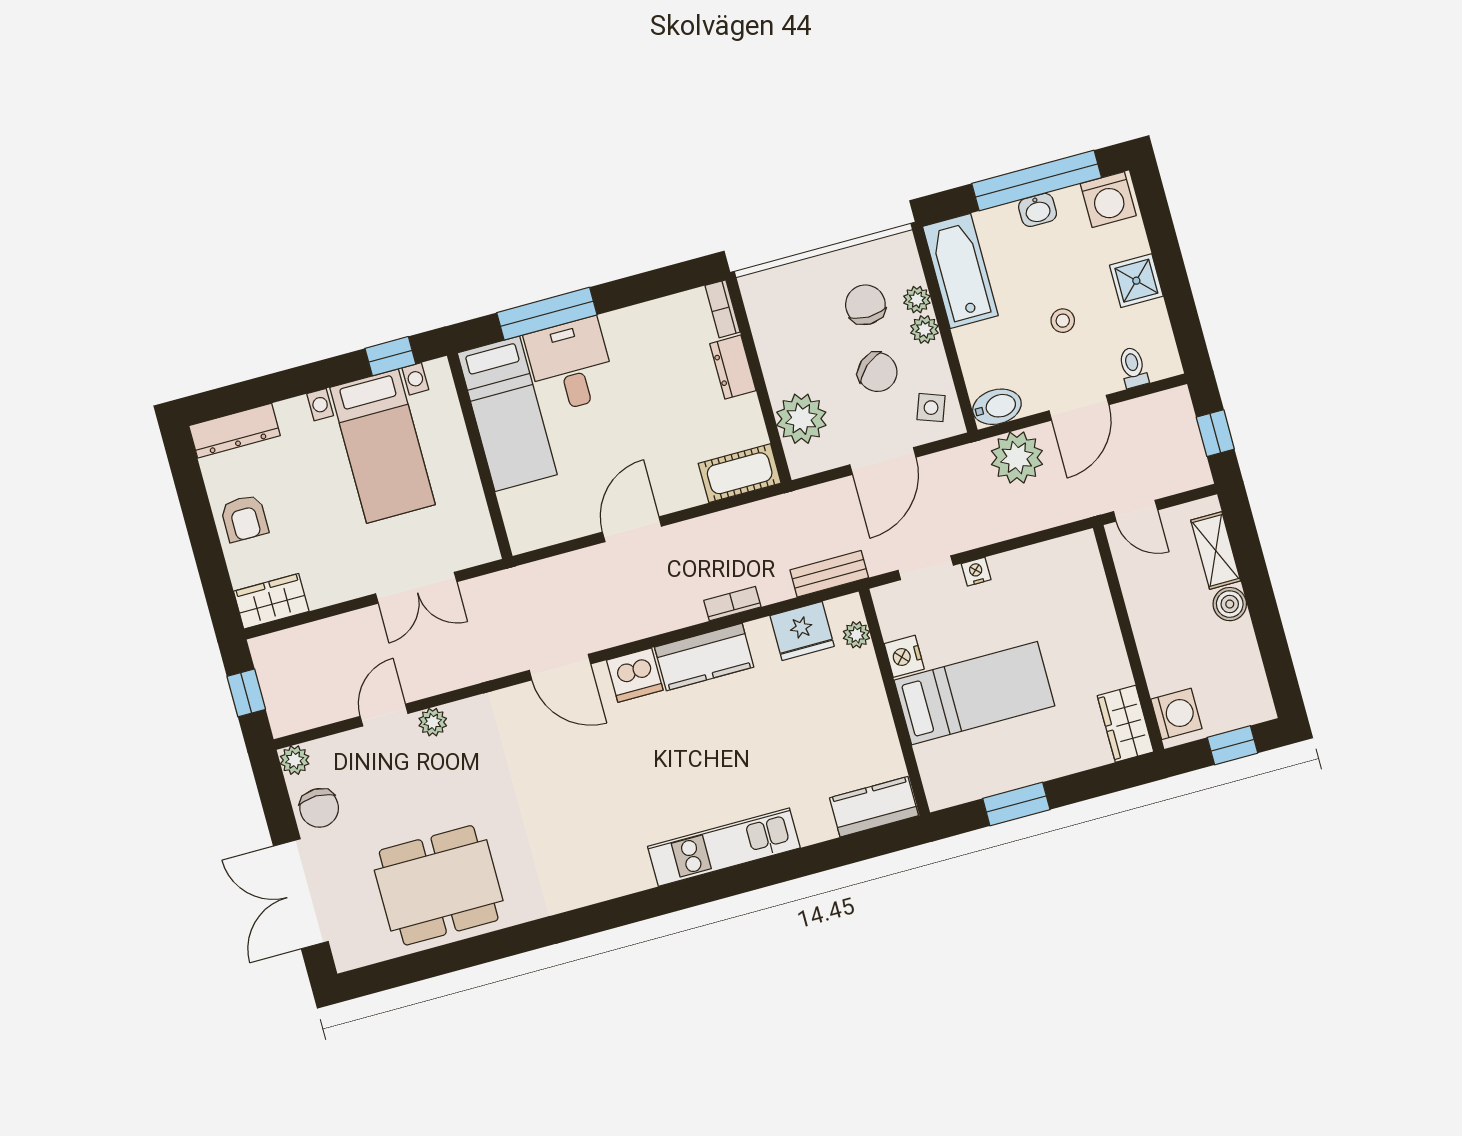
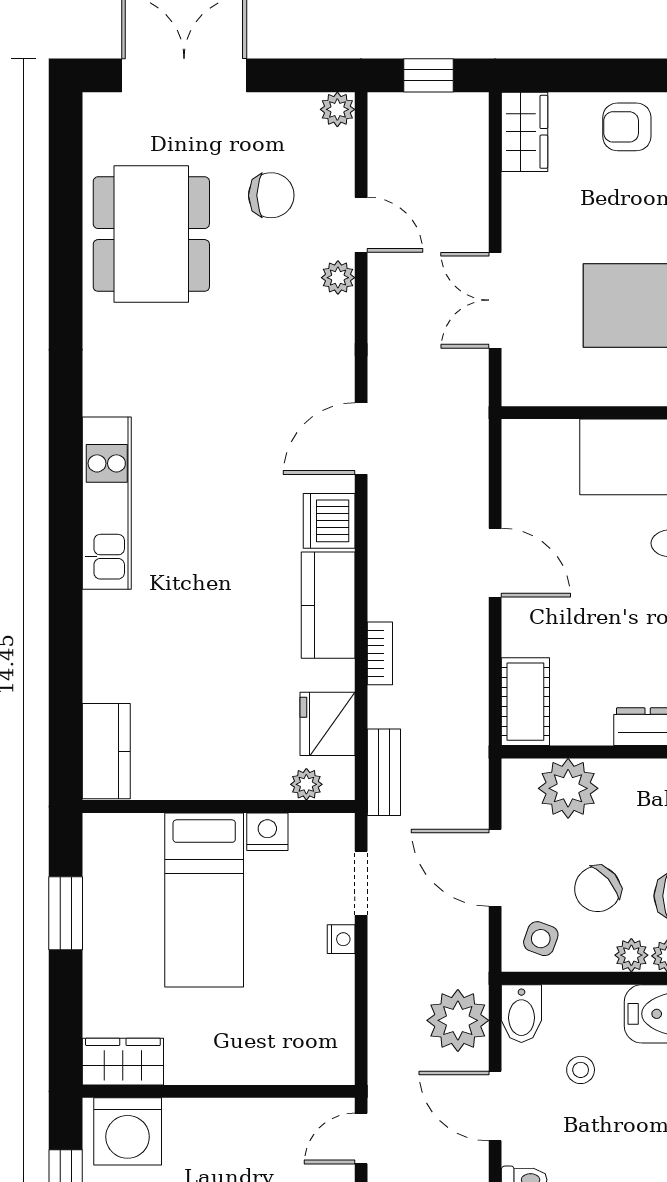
stool: (1063, 321) -> (581, 1070), moved
washing machine: (1176, 714) -> (128, 1131), width x1.37, depth x1.37
chair: (319, 808) -> (271, 195), moved, turned 180
kitchen unit: (724, 847) -> (107, 503), moved

